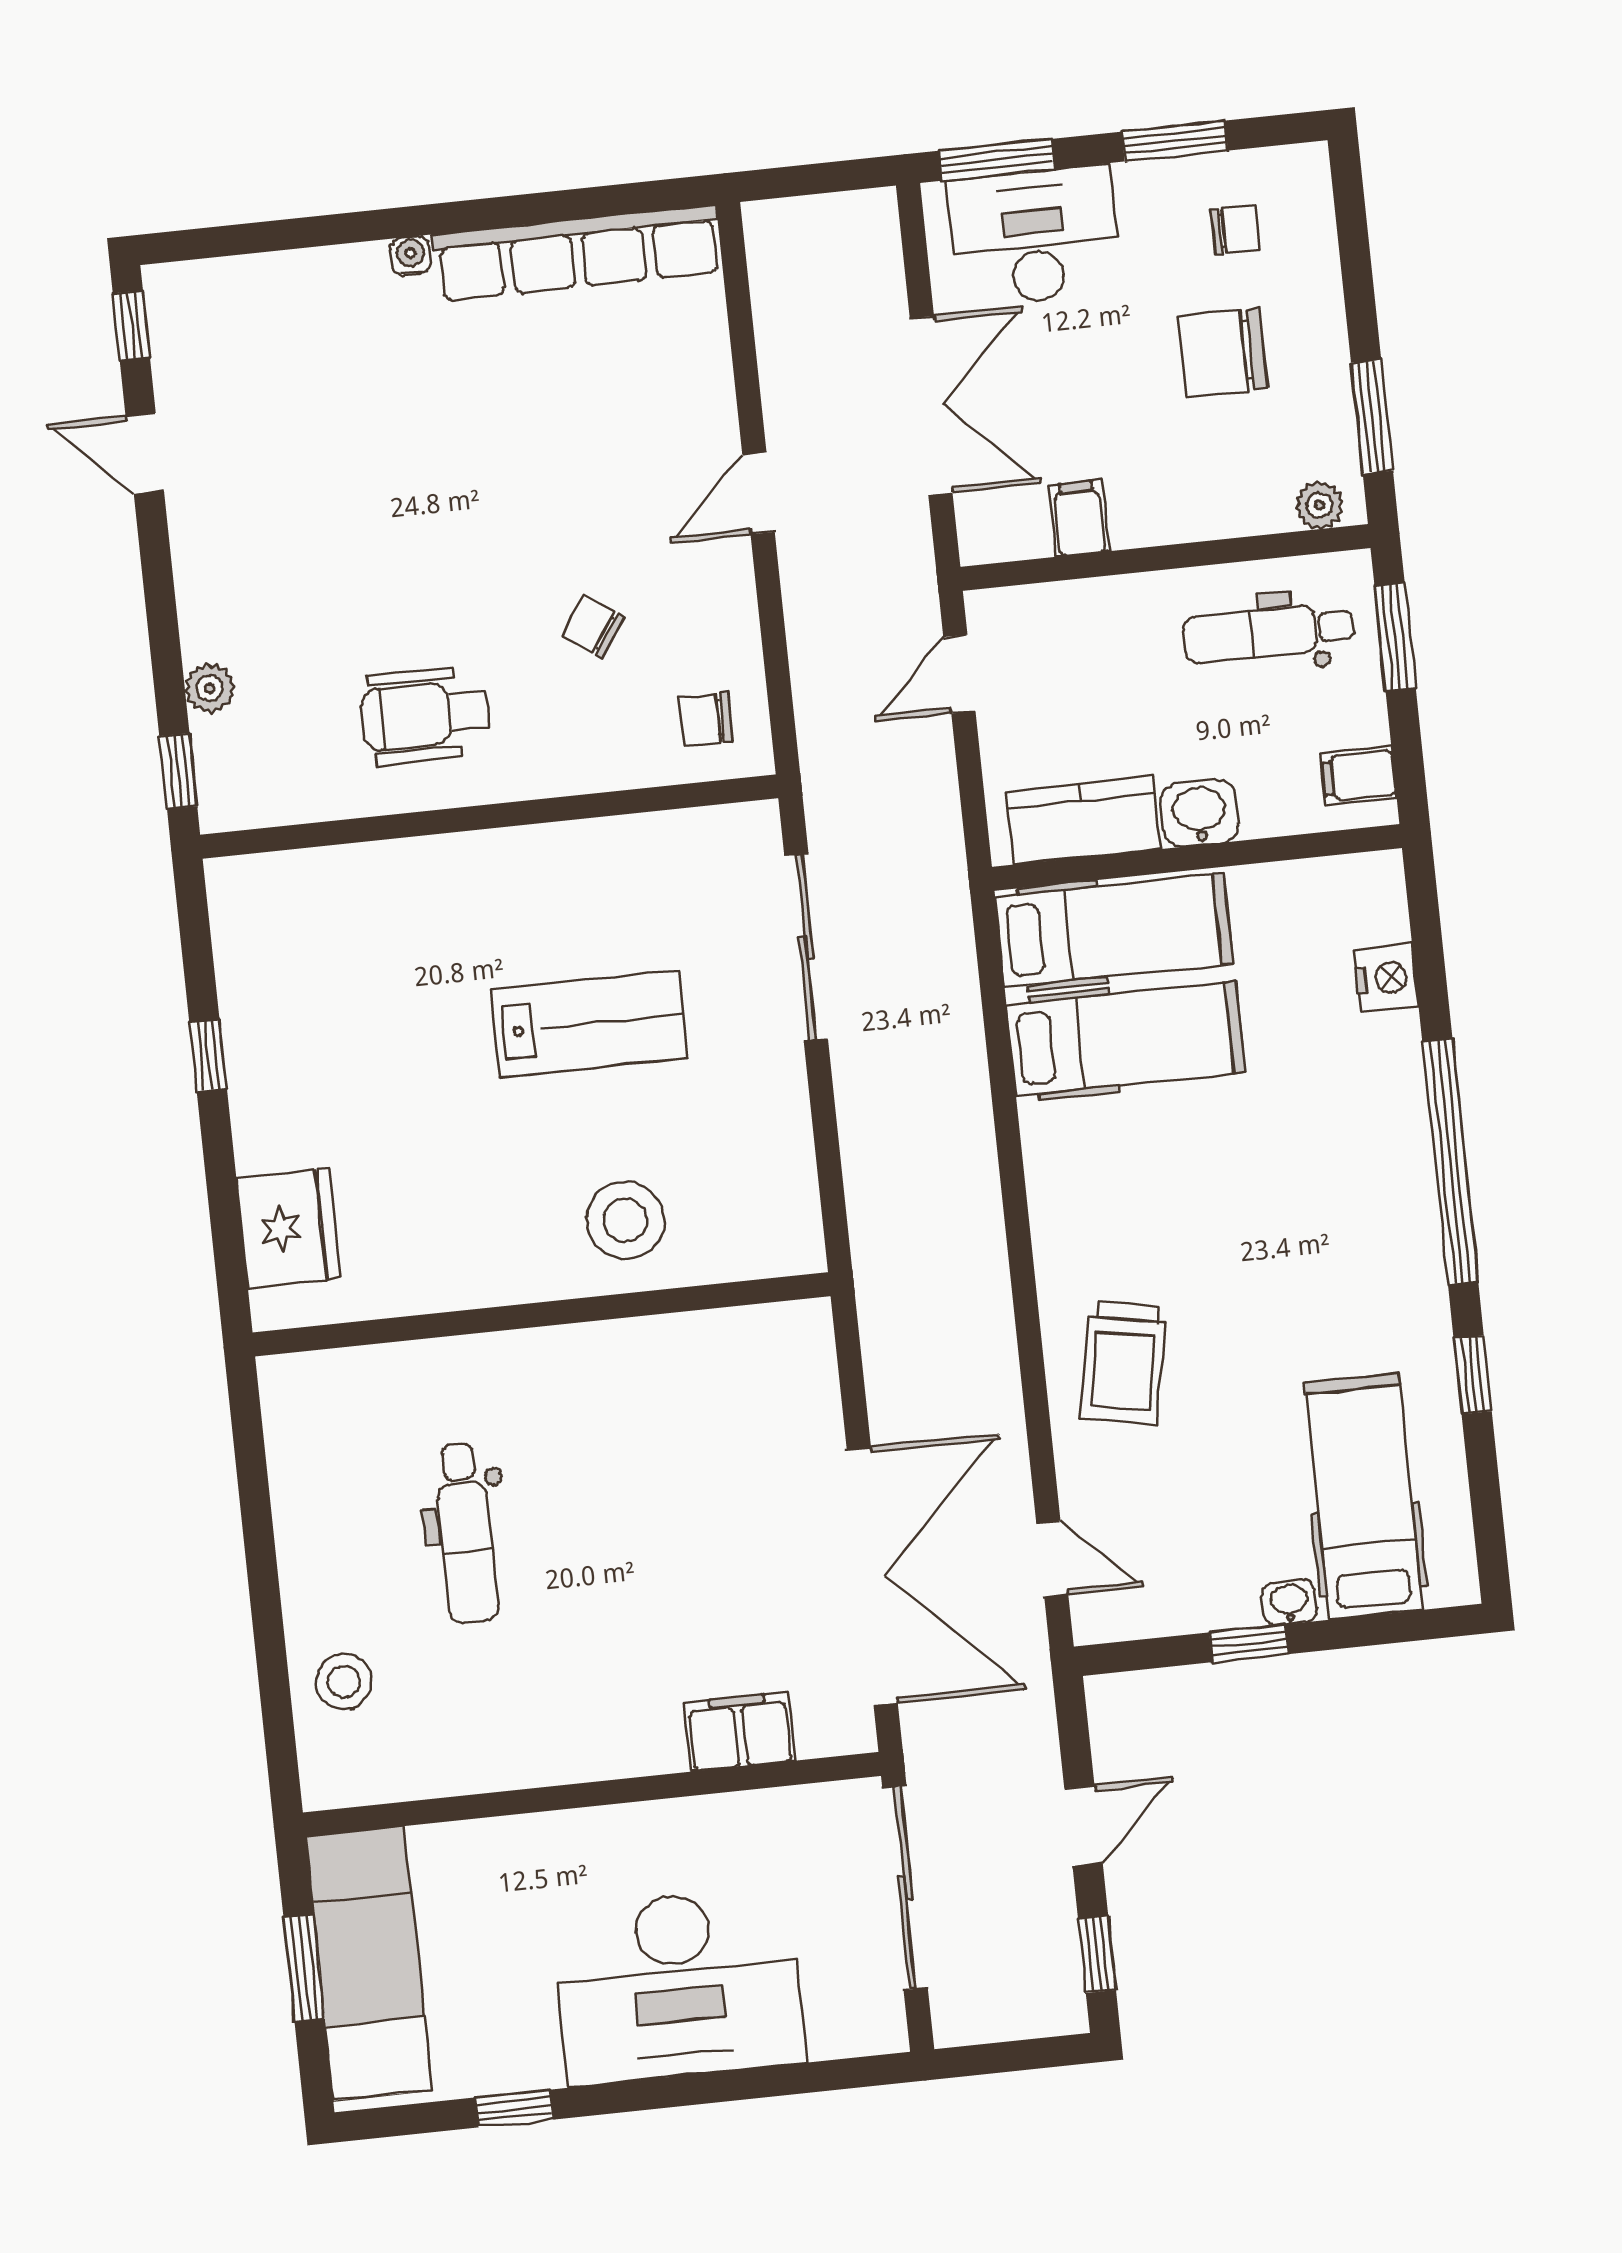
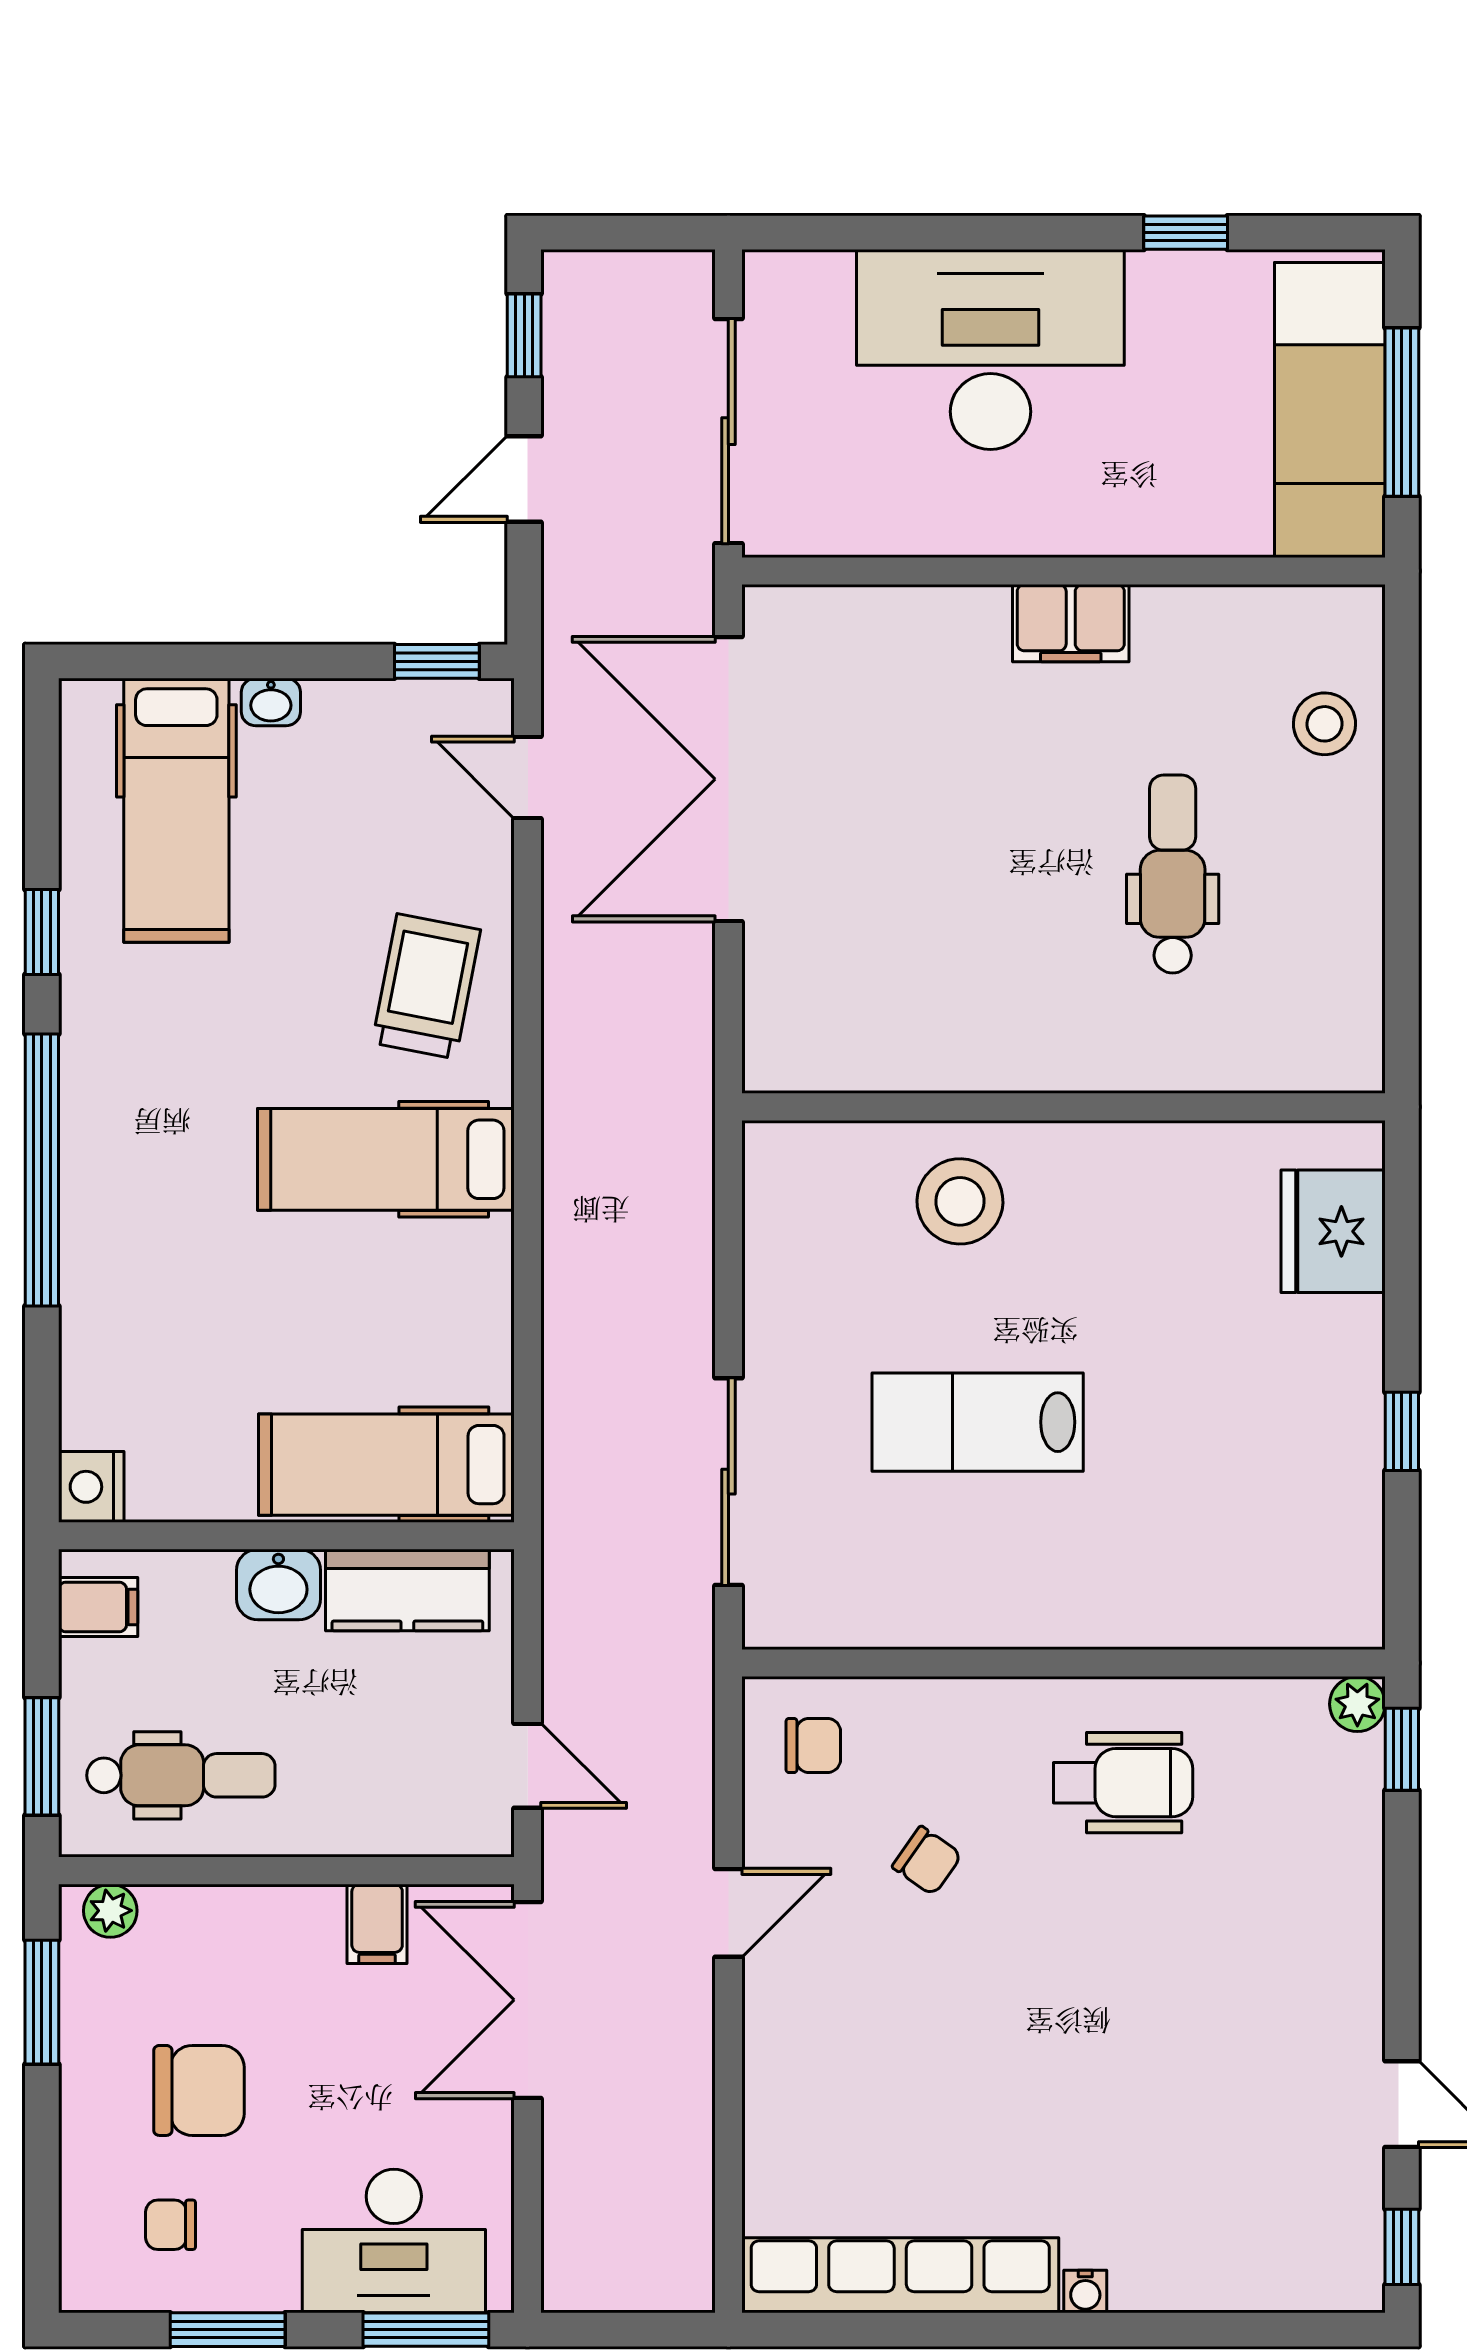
double door: (931, 405) -> (528, 2000), moved
door: (758, 493) -> (728, 1913), moved
door: (959, 674) -> (528, 1766), hinge flipped
plant: (210, 688) -> (1357, 1704), moved
nightstand: (1386, 978) -> (91, 1487), moved
hospital bed: (1126, 1039) -> (386, 1159), moved
window: (1249, 1643) -> (437, 661), moved
filing cabinet: (740, 1731) -> (1071, 623), moved
window: (304, 1968) -> (1402, 412), width x1.44

